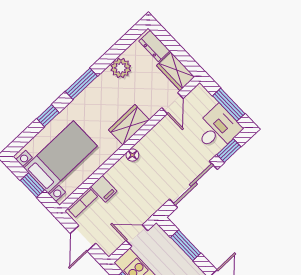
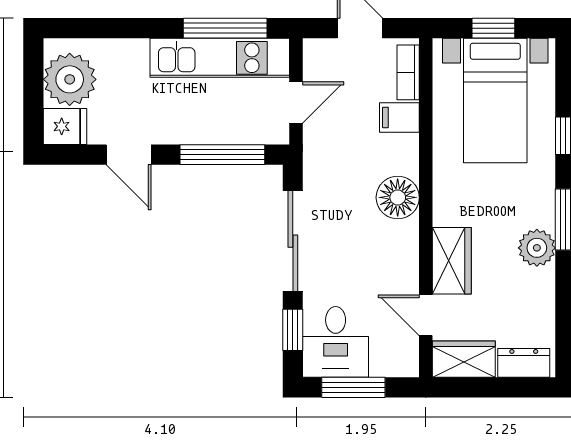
plant: (121, 68) -> (537, 248), moved
wardrobe: (129, 125) -> (452, 261), moved
floor lamp: (132, 155) -> (398, 197), width x1.89, depth x1.89
window: (186, 245) -> (222, 155), width x1.44

